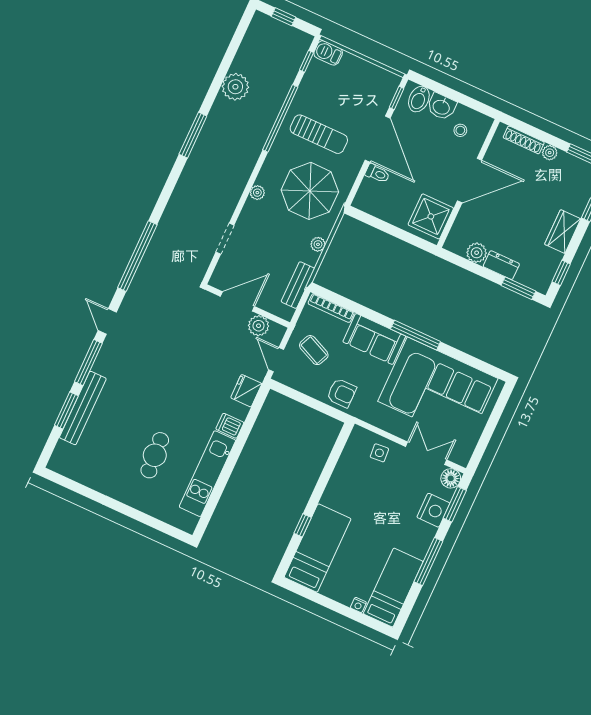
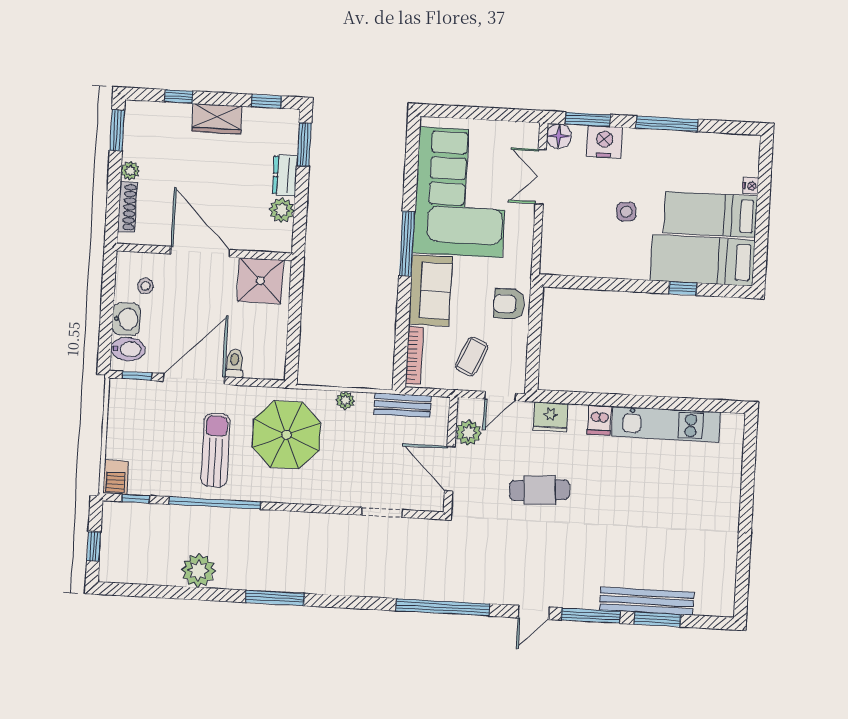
plant: (257, 193) -> (313, 496), removed
armchair: (342, 393) -> (509, 304), turned -90
side table: (379, 453) -> (626, 212), moved
cafe table: (155, 455) -> (539, 490), moved
bed: (393, 588) -> (710, 214), moved

